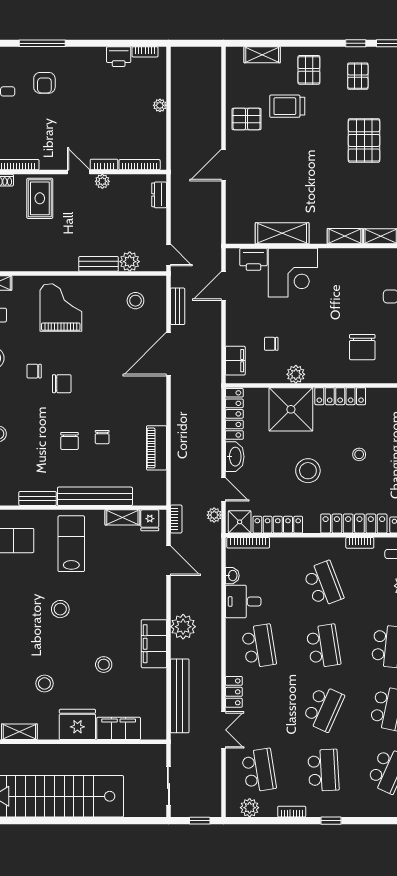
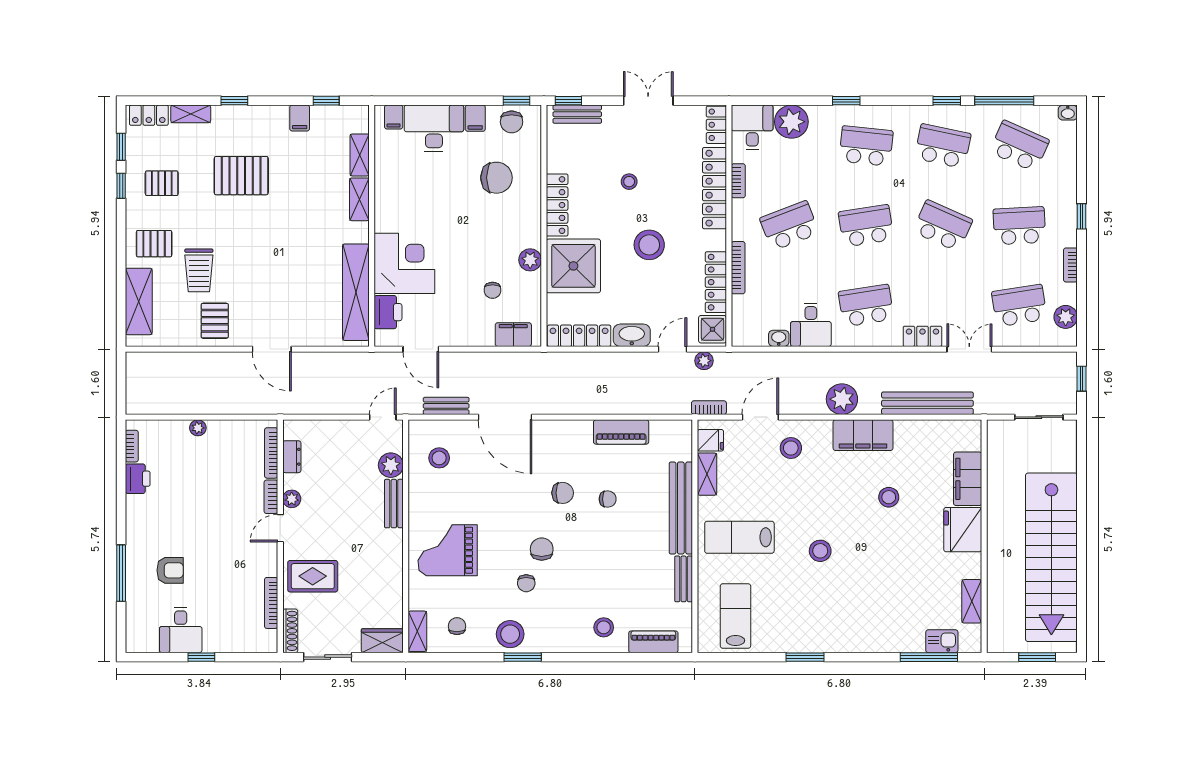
shelving: (262, 55) -> (139, 301), width x1.50, depth x1.33
dresser: (159, 195) -> (292, 457), moved, turned -90
shelving: (282, 233) -> (356, 292), width x1.47
chair: (70, 441) -> (563, 493), moved
bookcase: (248, 543) -> (738, 268), moved
stool: (44, 683) -> (791, 448), moved

